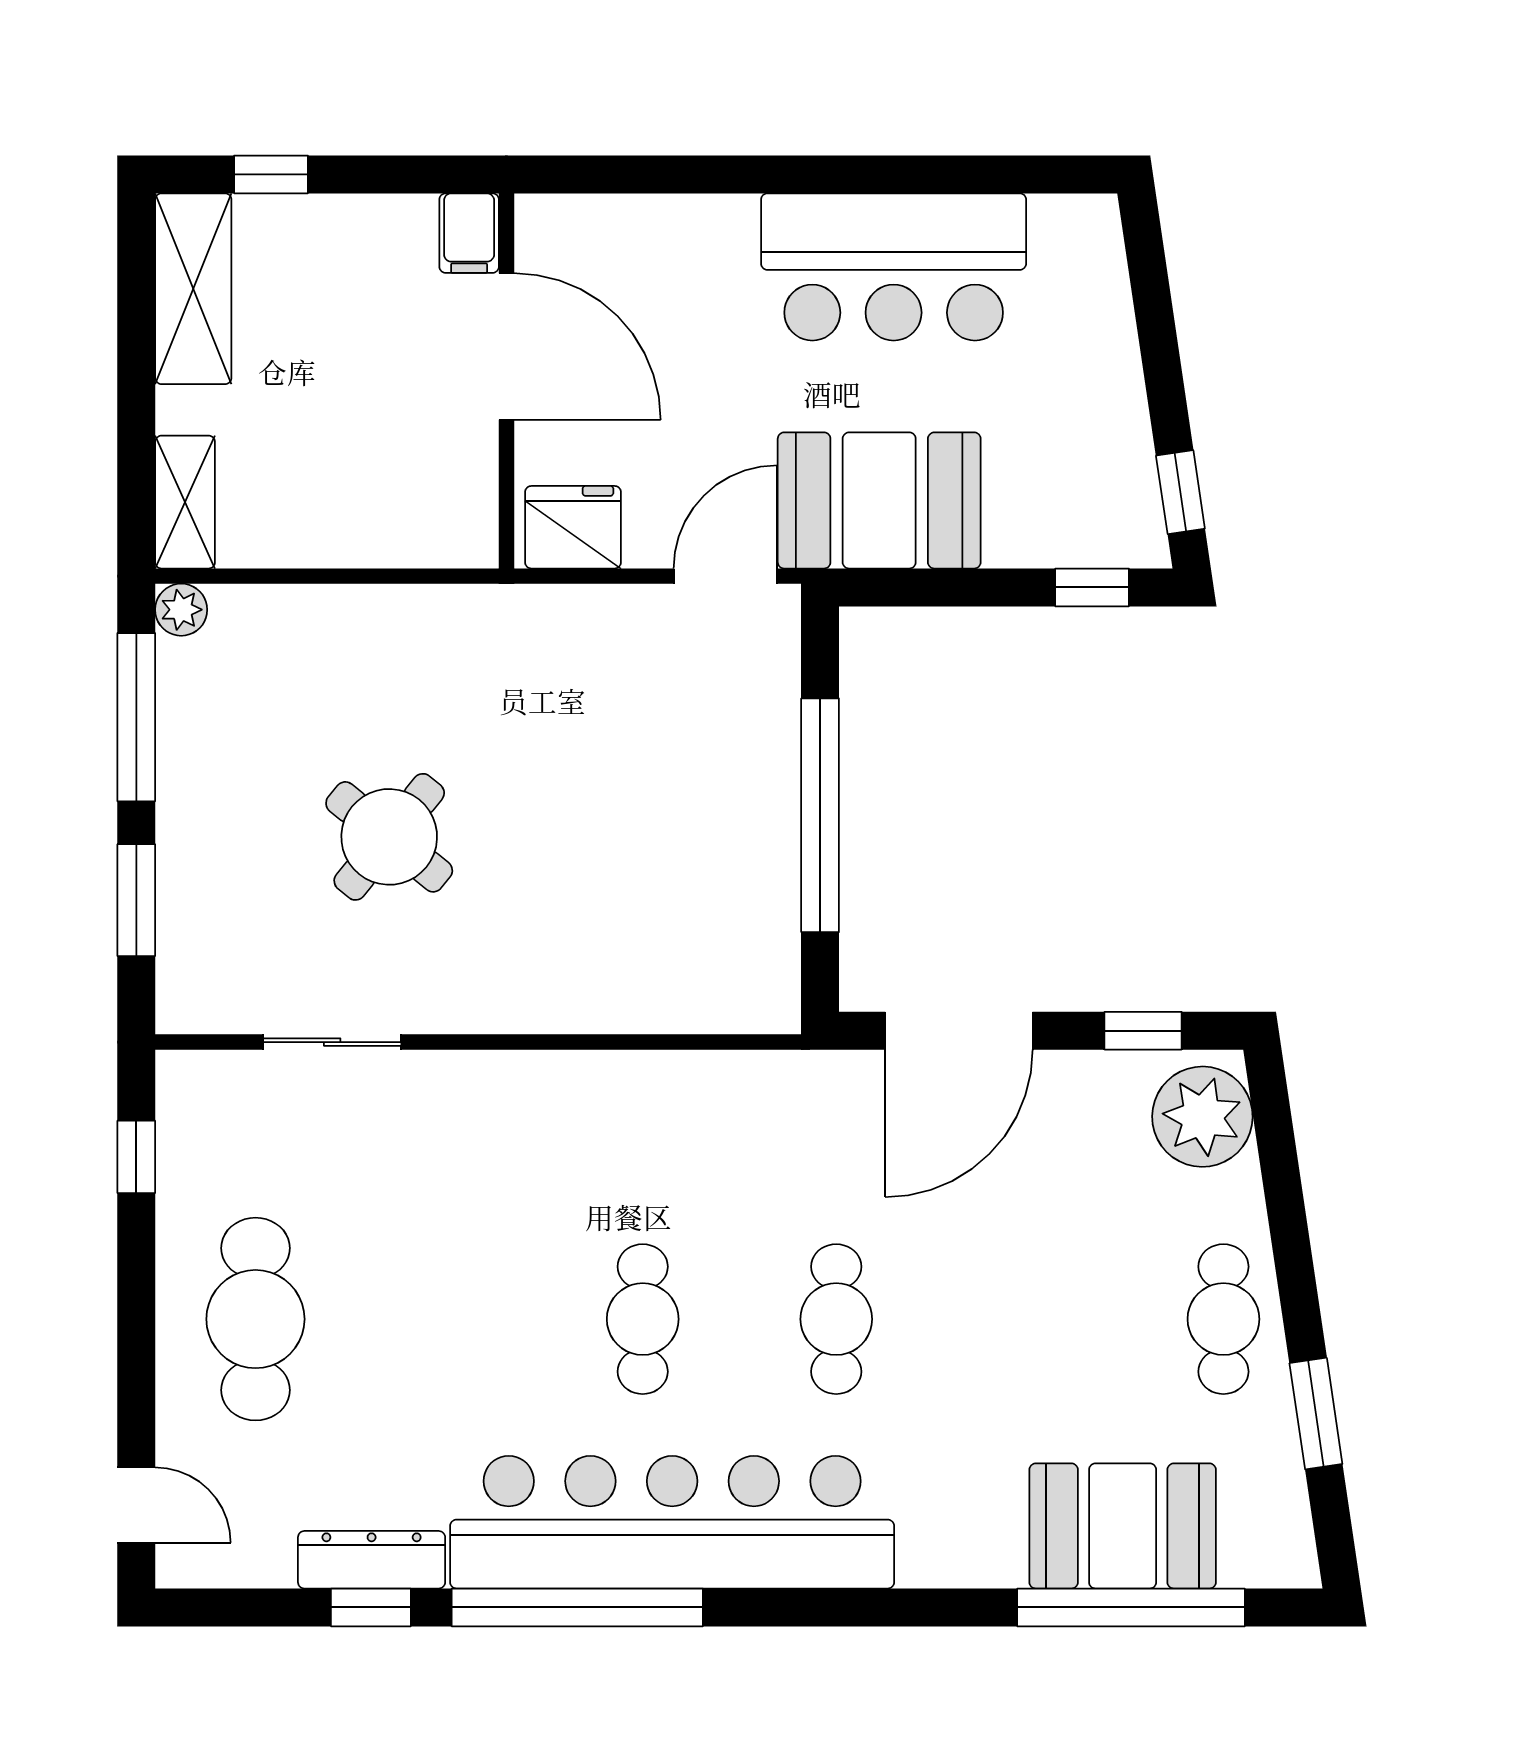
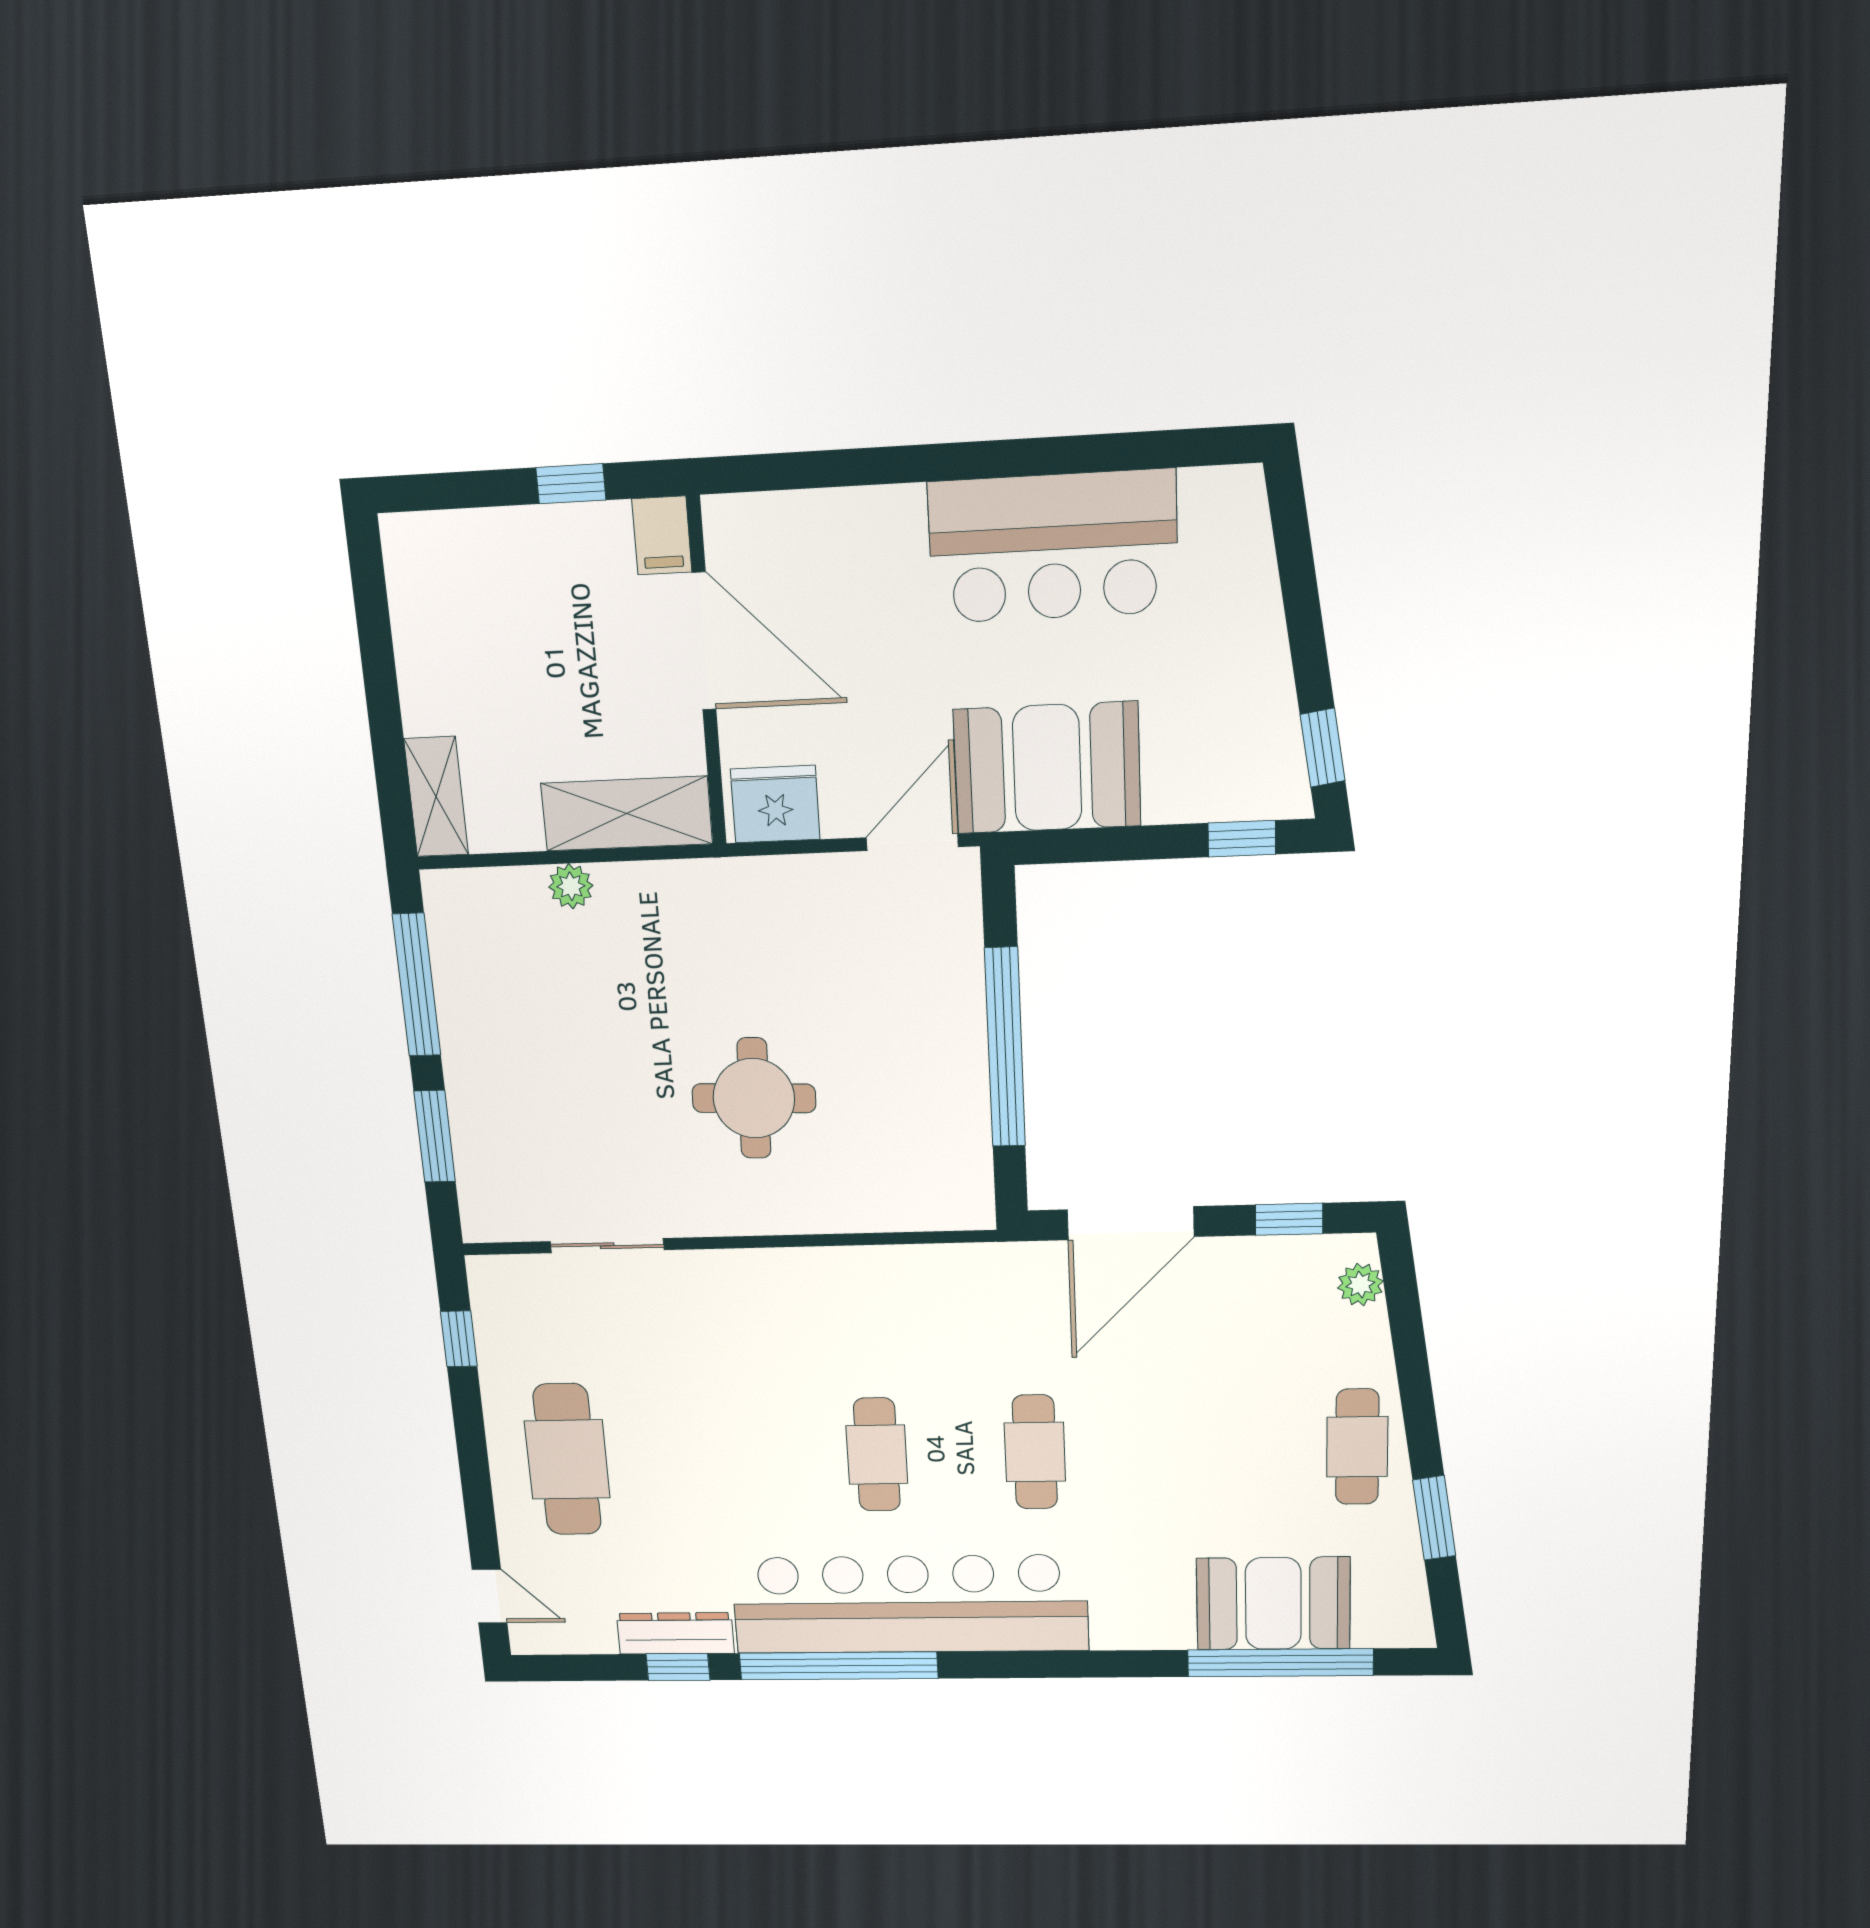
window: (271, 174) -> (571, 484), moved
shelving: (193, 289) -> (627, 814), moved, turned 90
plant: (181, 610) -> (571, 886), moved
round table: (389, 837) -> (754, 1098), moved, turned -37
plant: (1202, 1117) -> (1360, 1285), width x0.53, depth x0.53

